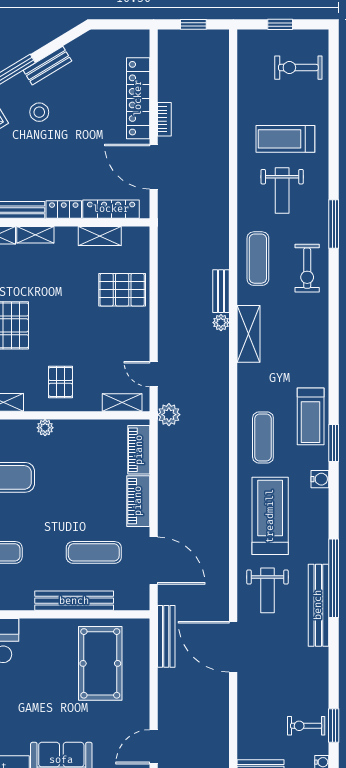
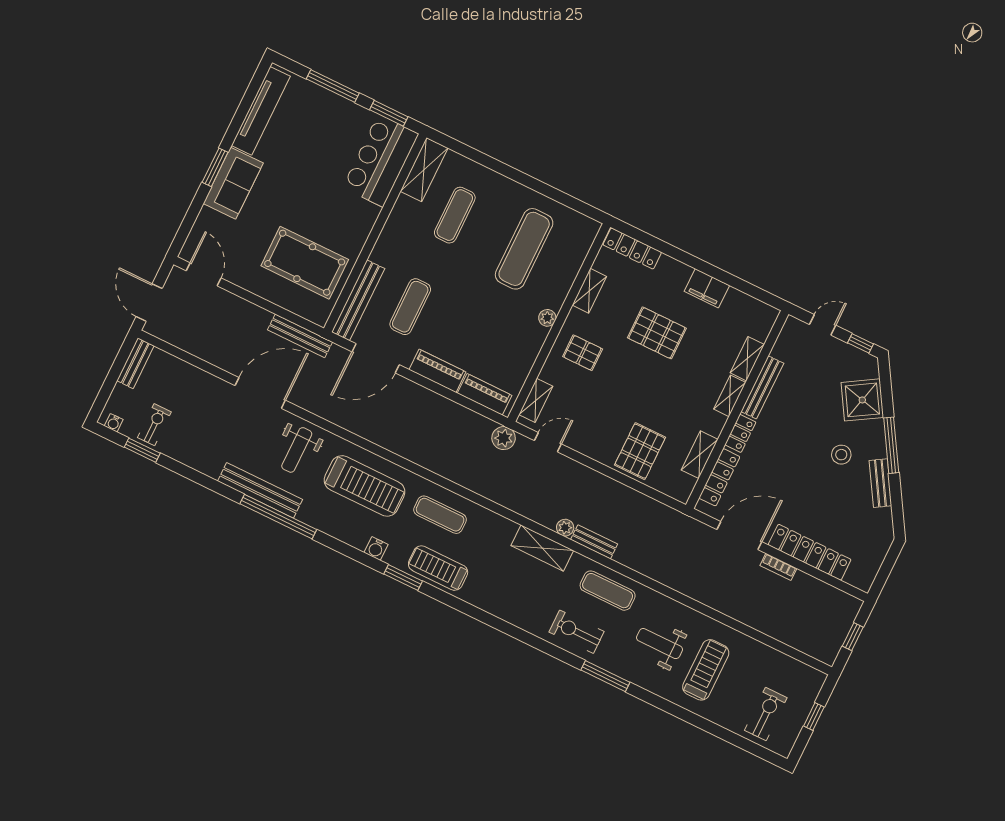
weight bench: (267, 590) -> (297, 450), turned -90
bench: (74, 601) -> (358, 300), moved

